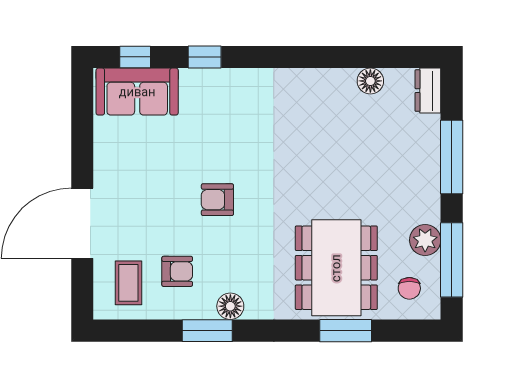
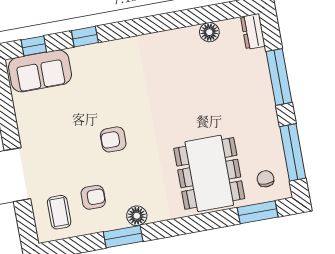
plant: (425, 240) -> (271, 141), removed
chair: (409, 288) -> (266, 179), turned 180
window: (346, 331) -> (258, 212), moved

